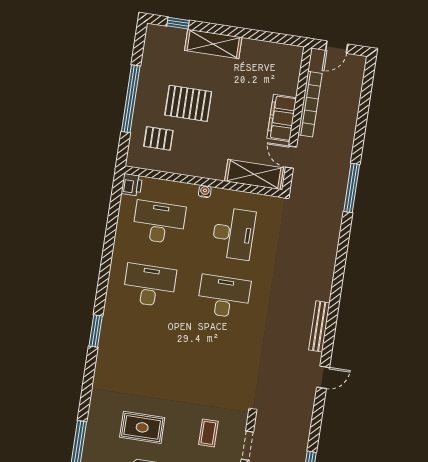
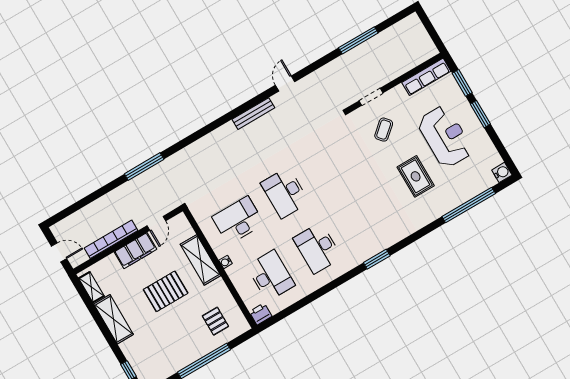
shelving: (213, 44) -> (114, 319), moved
shelving: (281, 51) -> (91, 287), added
pallet: (188, 103) -> (166, 291), moved, turned 90
shelving: (254, 174) -> (200, 260), moved
desk: (159, 222) -> (271, 276), turned 180
door: (323, 377) -> (285, 84), hinge flipped
coffee table: (208, 433) -> (384, 130), turned -41

